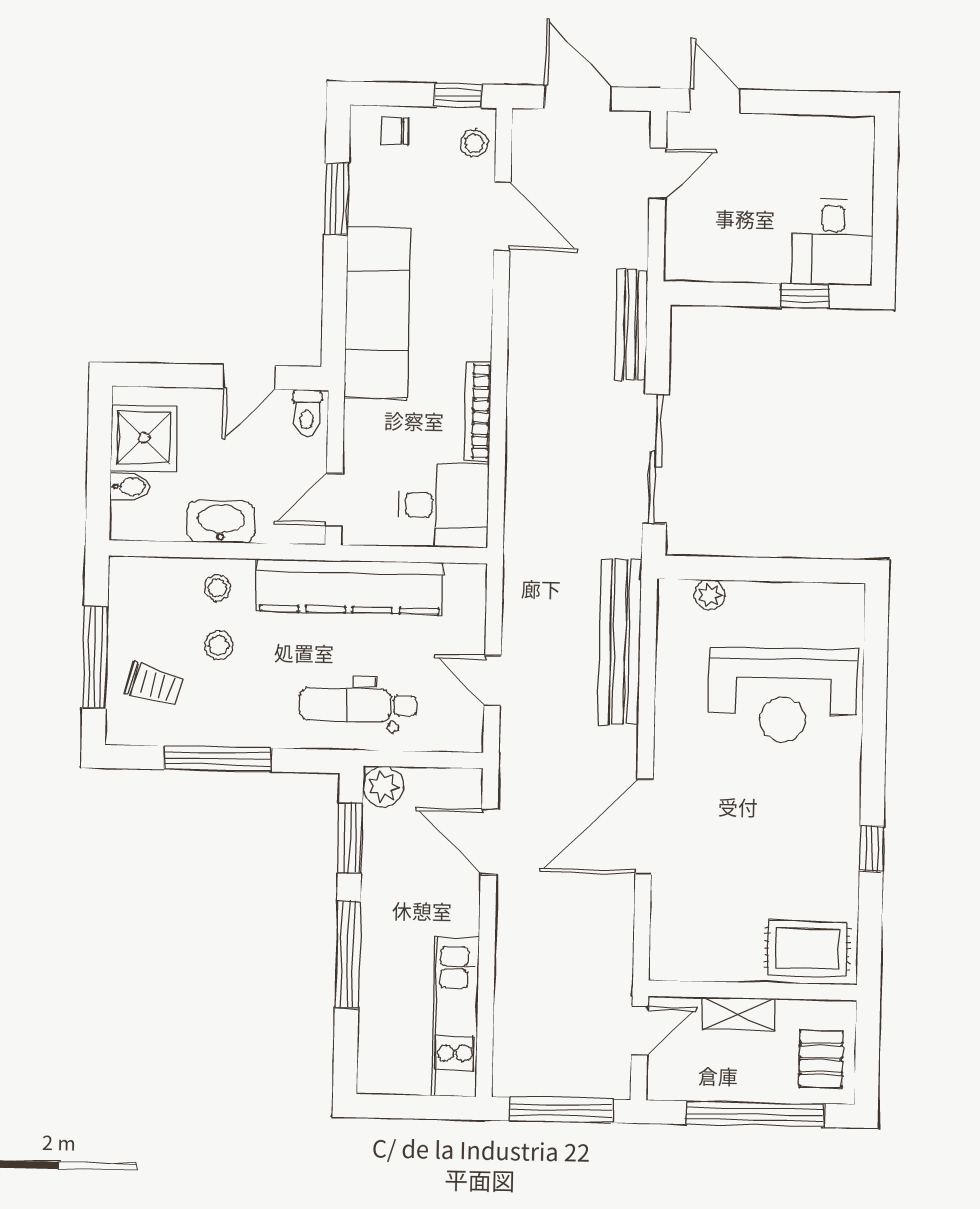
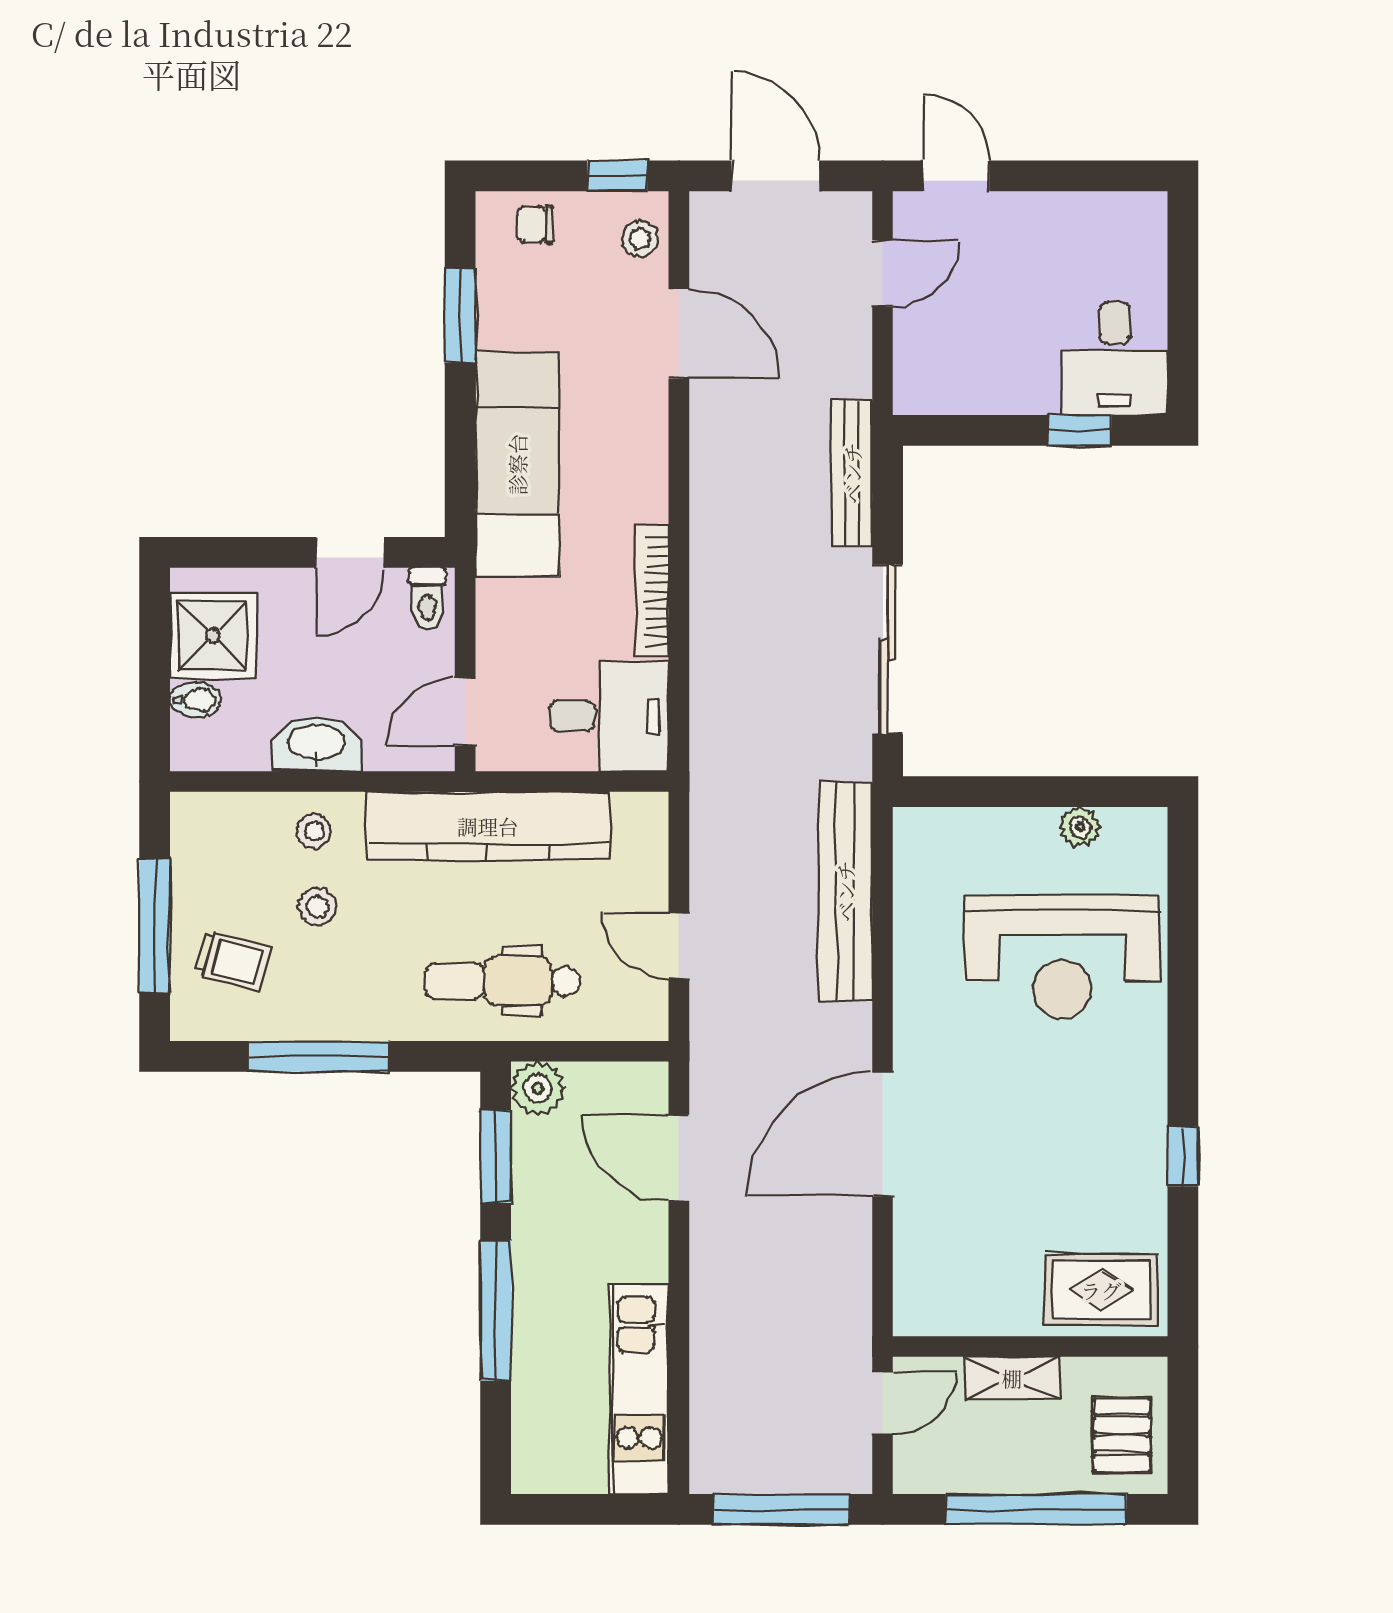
plant: (710, 595) -> (1080, 827), moved

